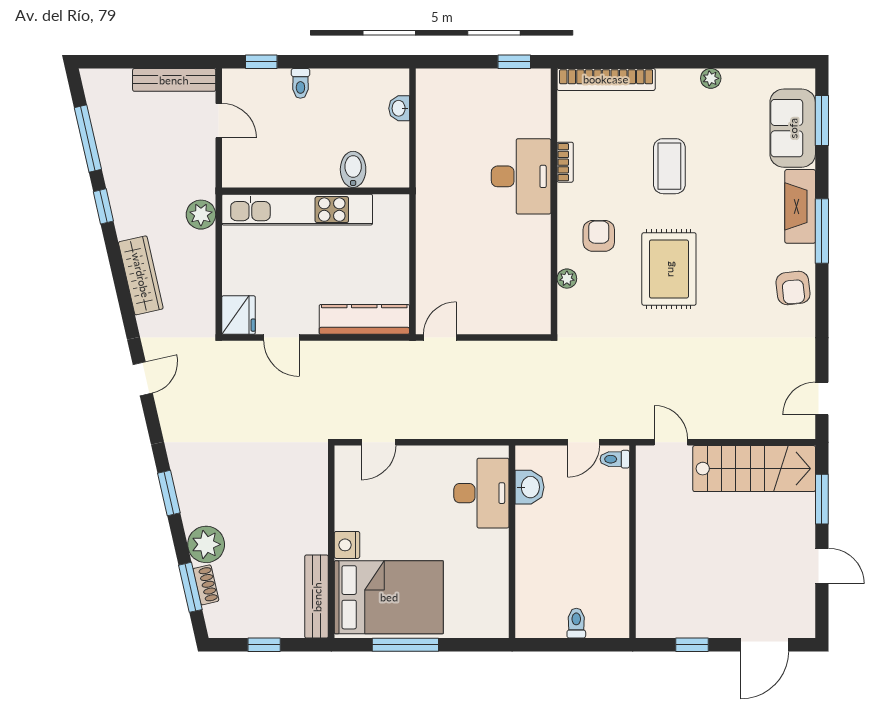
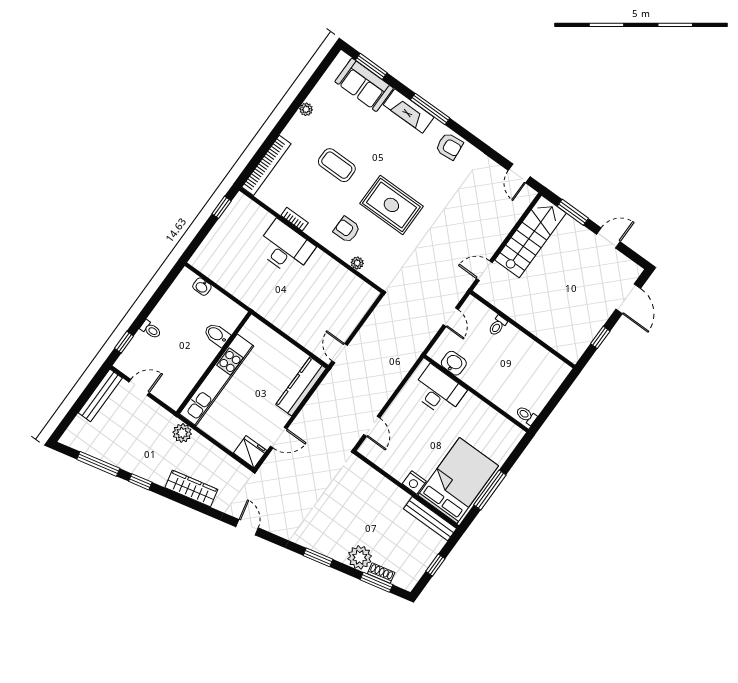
toilet: (615, 459) -> (498, 326), moved
toilet: (576, 623) -> (526, 415), moved

